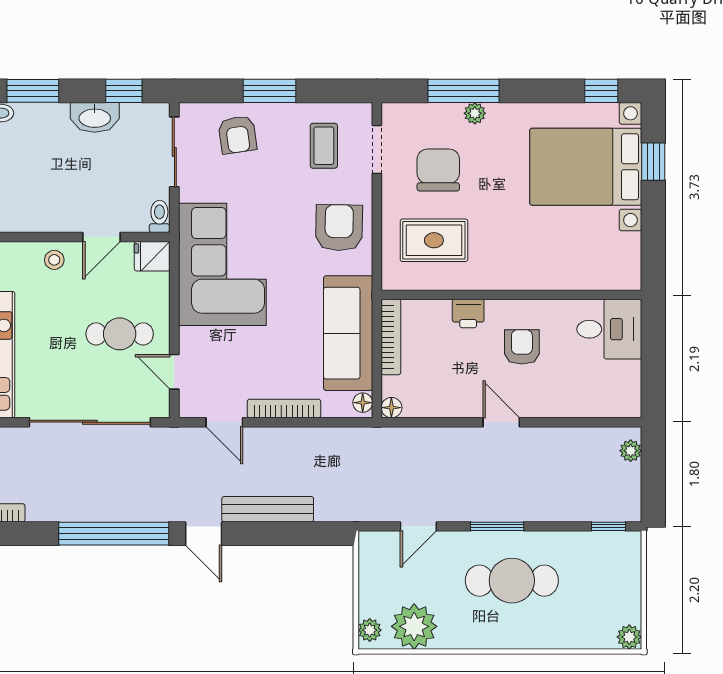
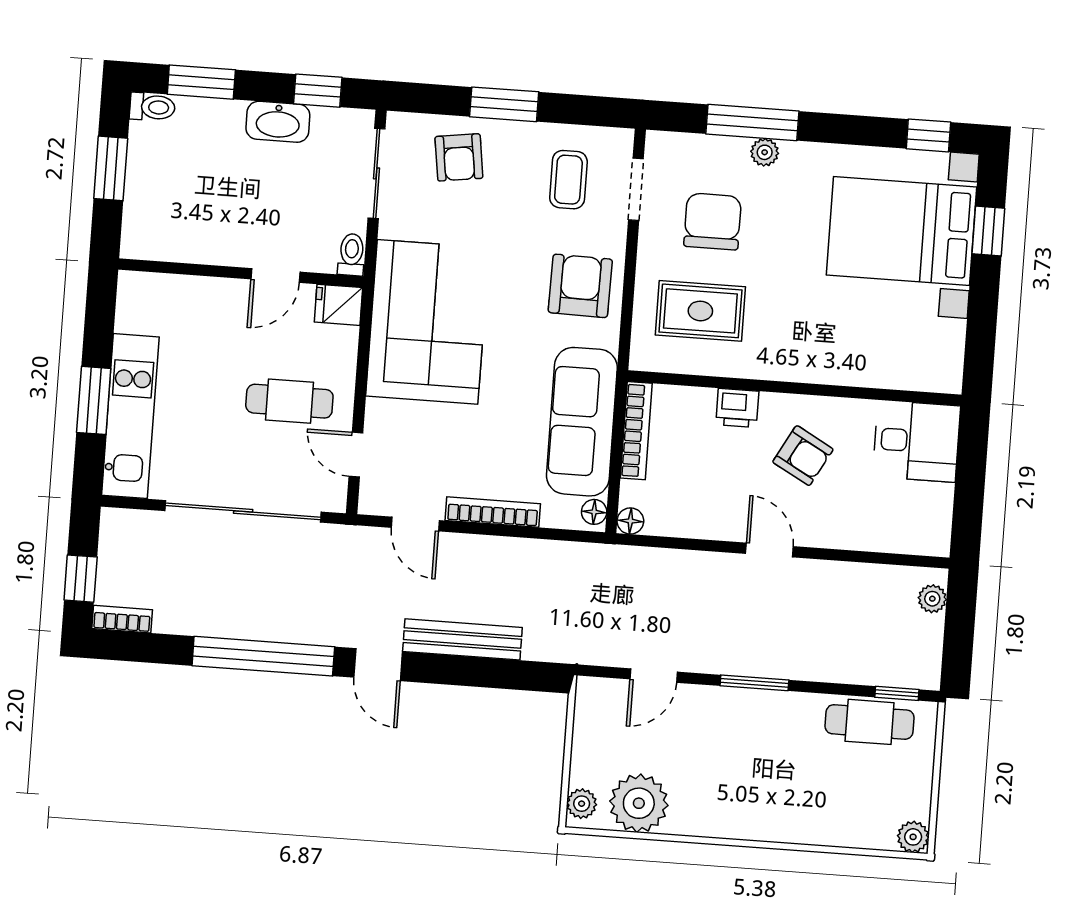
stool: (54, 260) -> (213, 300), removed
armchair: (522, 347) -> (803, 456), turned 119
cafe table: (512, 581) -> (870, 722), moved, width x0.73, depth x0.74

